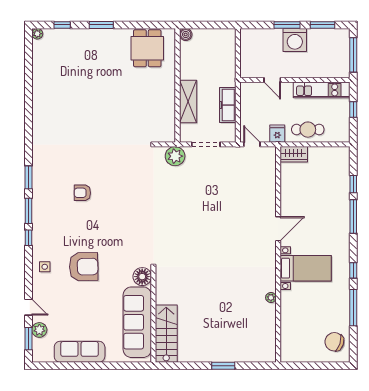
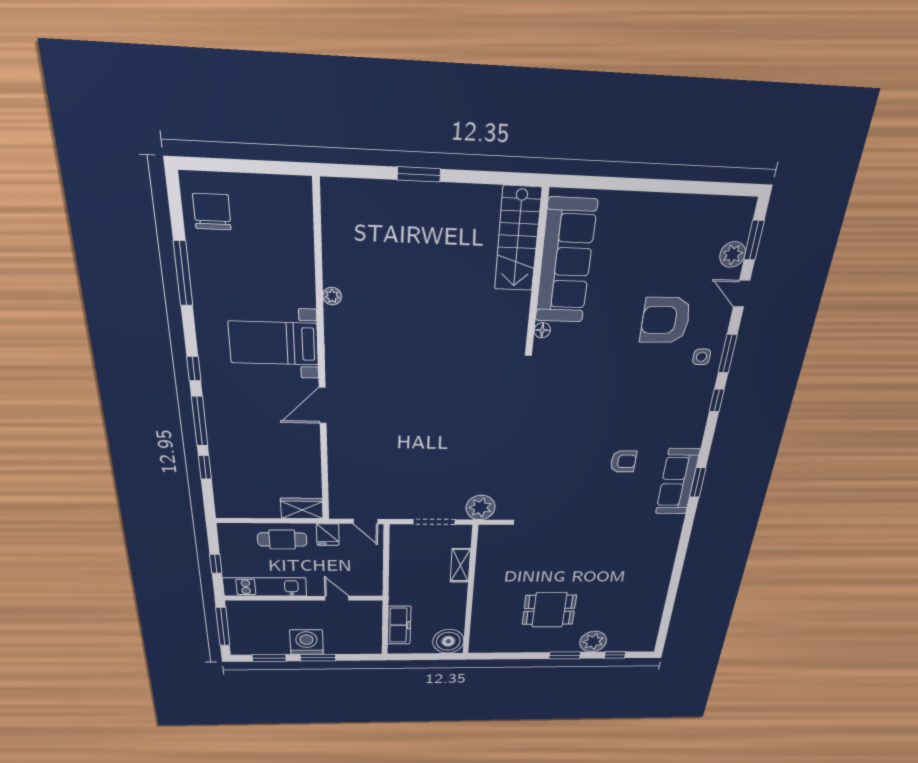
plant: (37, 34) -> (593, 642), moved, width x1.87, depth x1.87
boiler: (186, 34) -> (448, 641), width x1.86, depth x1.86
dining table: (147, 48) -> (549, 610), moved, turned 90
shelving: (188, 101) -> (460, 565), width x0.67, depth x0.75
freezer: (228, 105) -> (399, 625), moved
window: (29, 211) -> (728, 354), moved
armchair: (84, 267) -> (665, 320), moved
window: (353, 270) -> (194, 369), moved
floor lamp: (142, 277) -> (542, 330), width x0.53, depth x0.53
chair: (334, 342) -> (212, 212), turned -108
sofa: (80, 352) -> (678, 482), moved, turned 90

